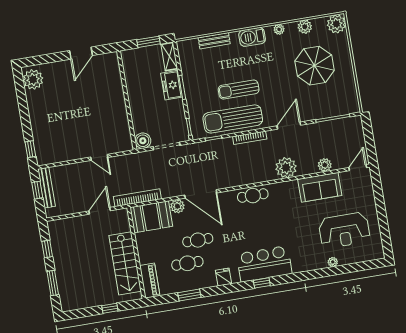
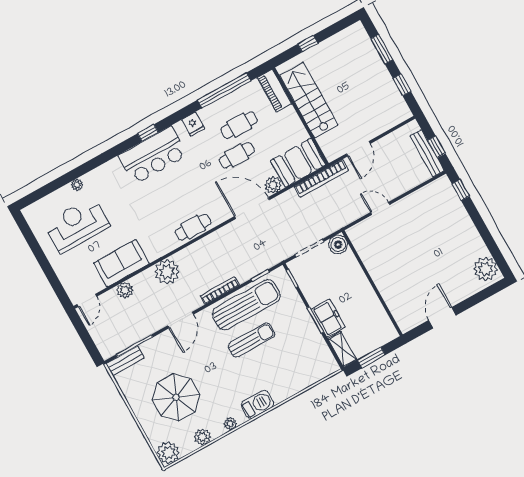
bench: (214, 41) -> (125, 361), moved
window: (189, 295) -> (224, 90), width x2.11

